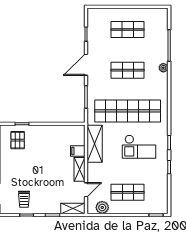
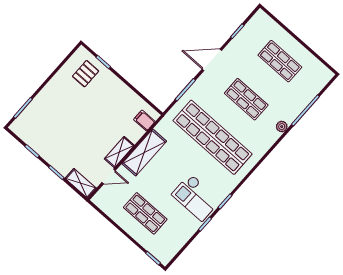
shelving: (95, 144) -> (144, 152), moved
checkout: (139, 147) -> (196, 197), moved
filing cabinet: (78, 151) -> (144, 121), moved
trolley: (24, 199) -> (43, 134), removed
plant: (102, 207) -> (109, 207), removed

